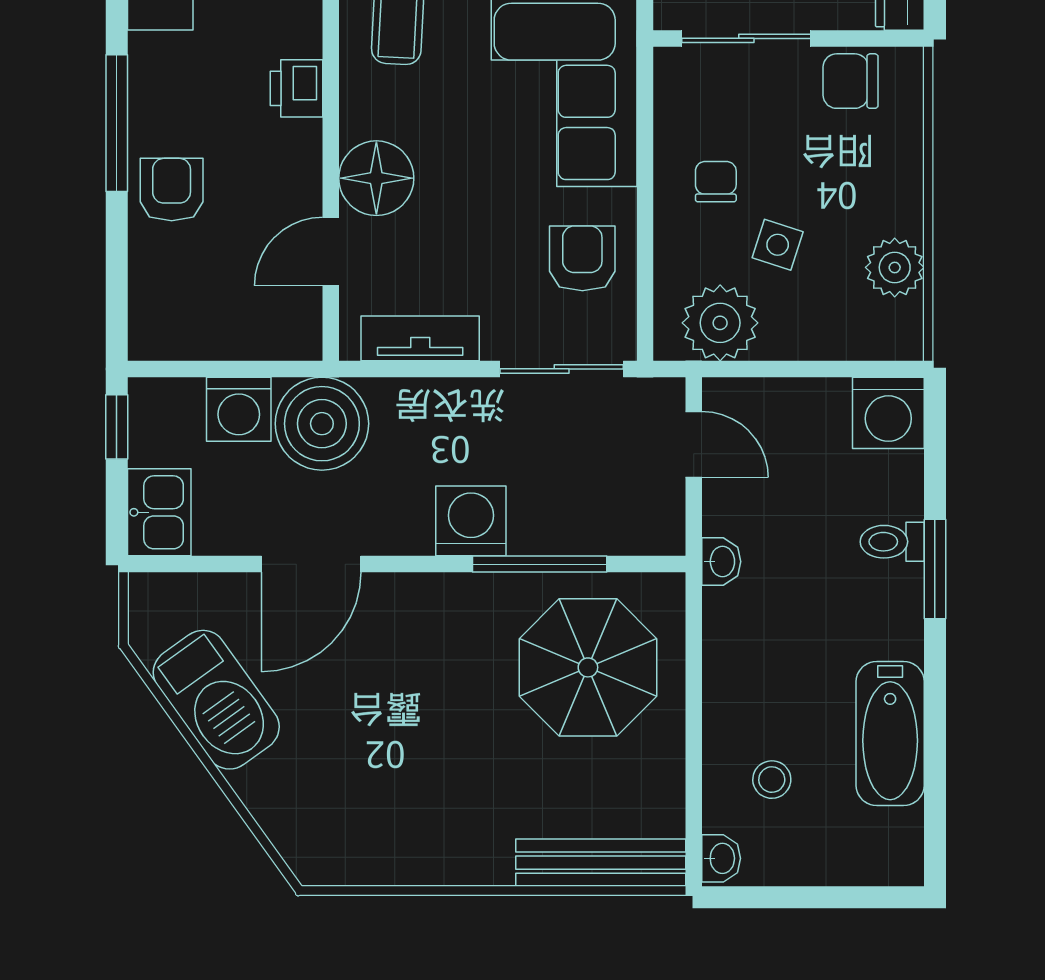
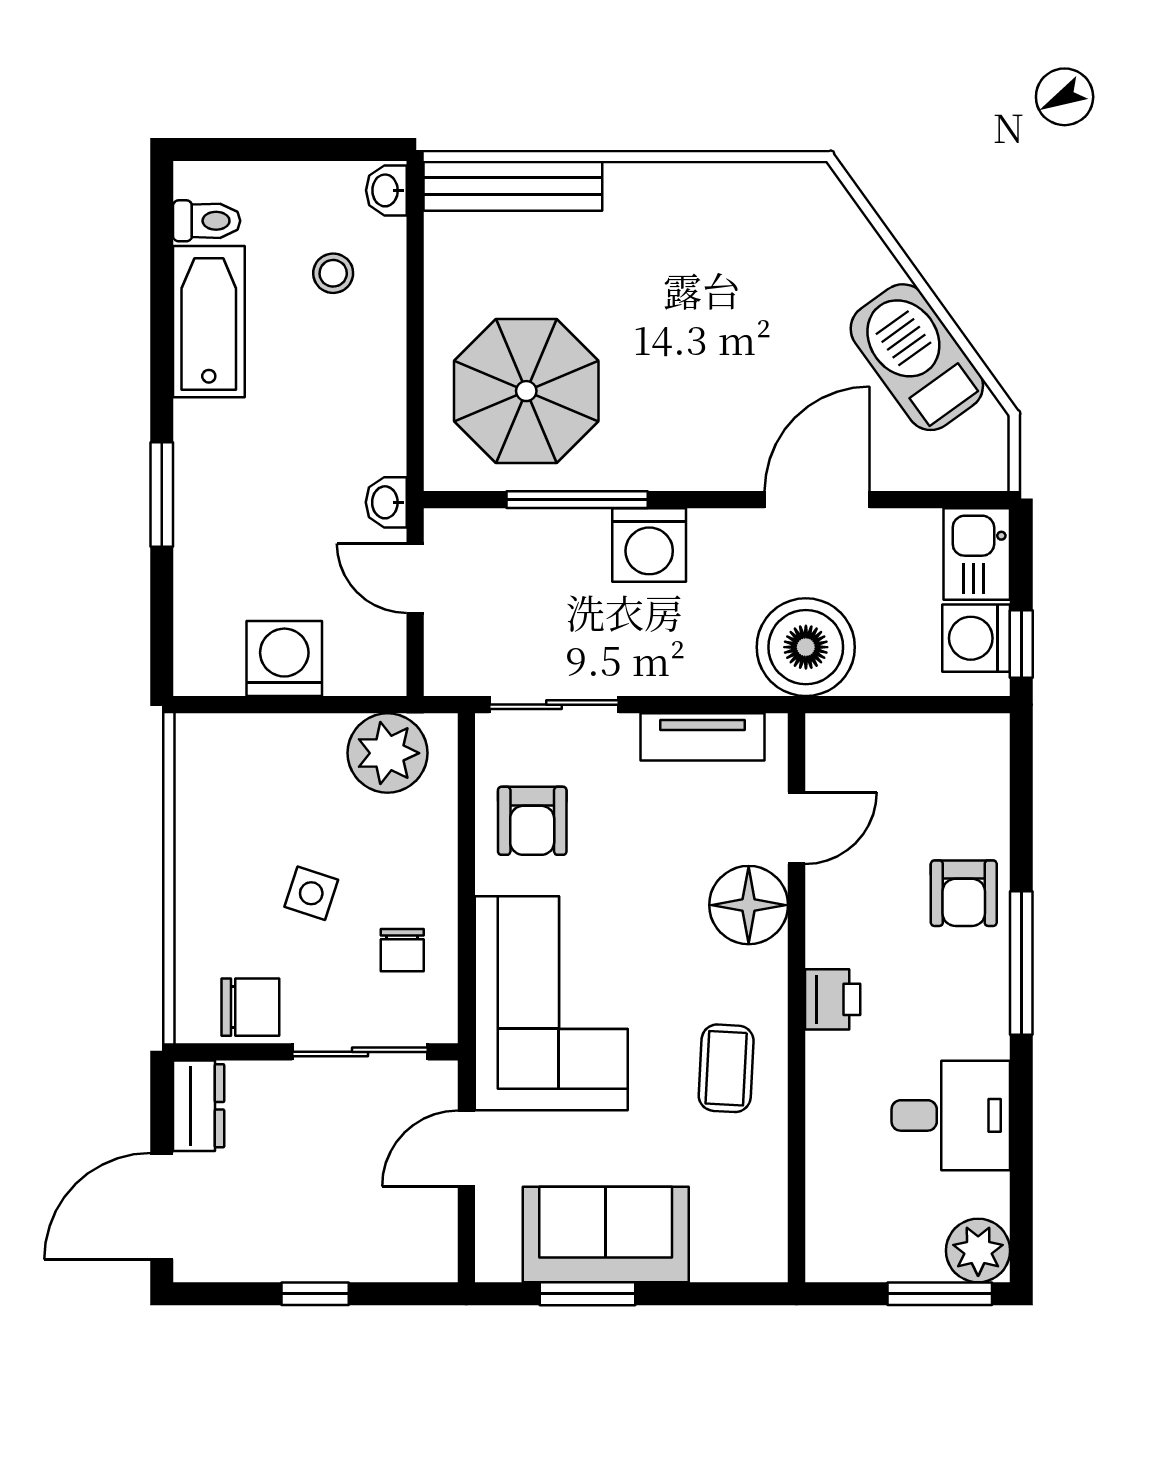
chair: (716, 182) -> (402, 950), moved
side table: (778, 245) -> (311, 893), moved
plant: (895, 267) -> (204, 811), removed
washing machine: (239, 409) -> (976, 638), moved, turned -90
washing machine: (888, 413) -> (284, 659), moved
door: (694, 444) -> (415, 578), moved
toilet: (892, 542) -> (207, 221), moved

